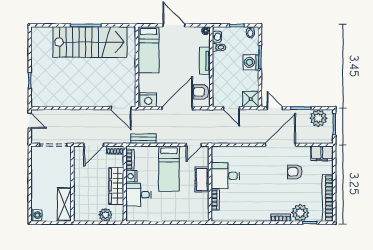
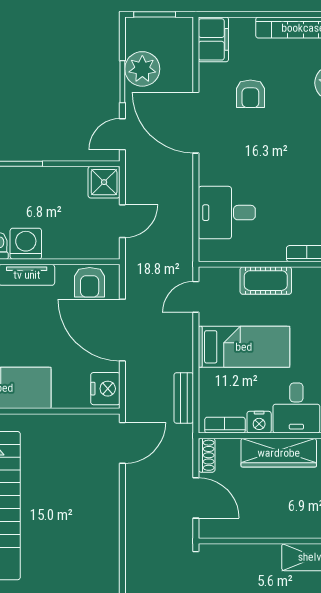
washing machine: (251, 62) -> (26, 244), moved, turned 180
plant: (318, 118) -> (142, 69), moved
door: (194, 145) -> (196, 297), swing flipped
desk: (225, 176) -> (227, 213), moved, turned 90

